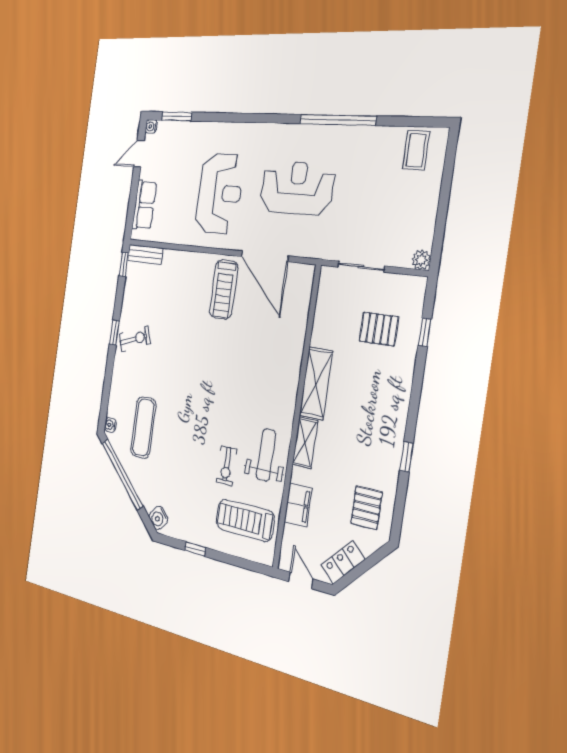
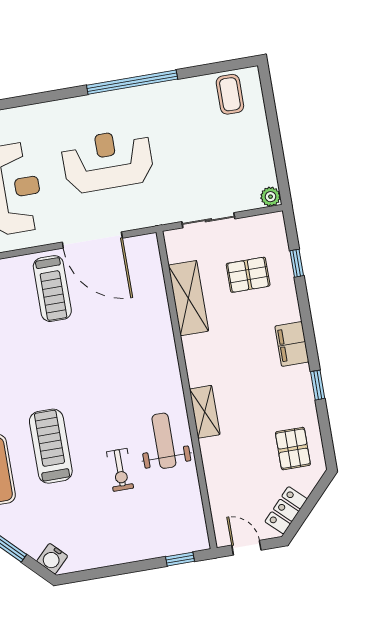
shelving: (316, 383) -> (188, 298), moved
filing cabinet: (298, 505) -> (292, 344), moved, turned 180
treadmill: (245, 520) -> (51, 446), moved, turned 90
window: (195, 549) -> (180, 559), moved

